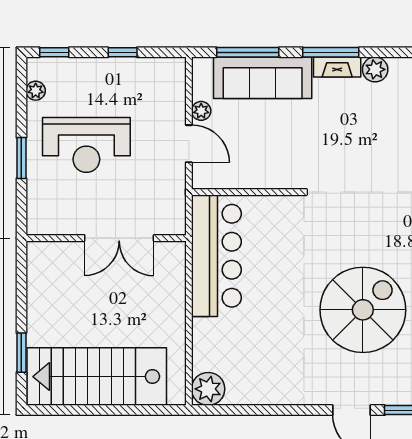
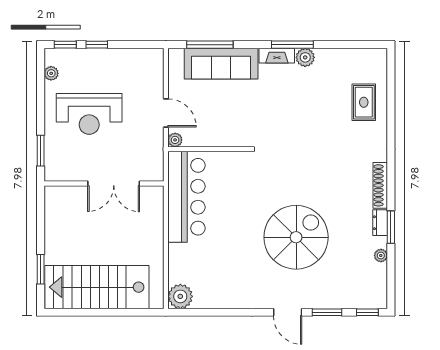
window: (123, 52) -> (97, 45), moved
window: (331, 52) -> (292, 45), moved
plant: (201, 111) -> (175, 140), moved
window: (21, 158) -> (41, 151), moved

